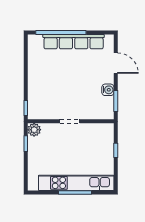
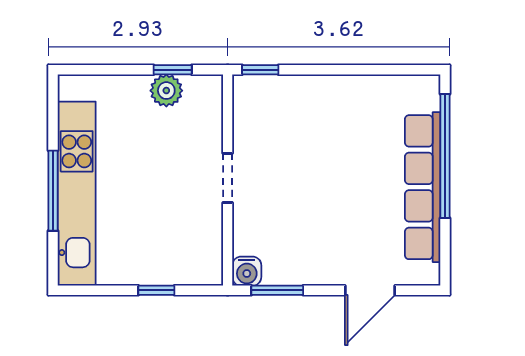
water cooler: (108, 90) -> (247, 271), moved
plant: (34, 130) -> (166, 91), moved

